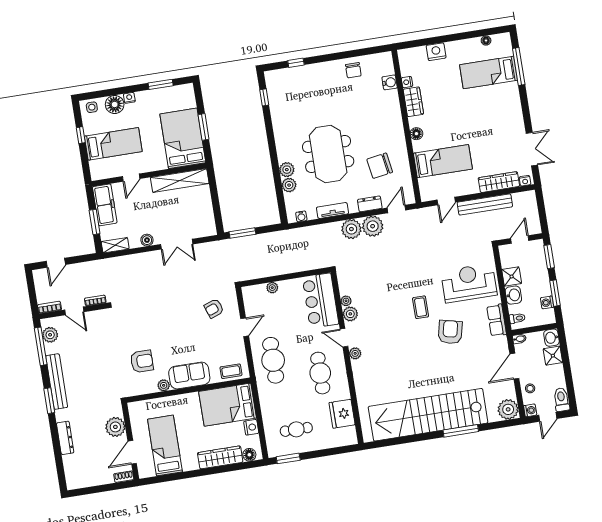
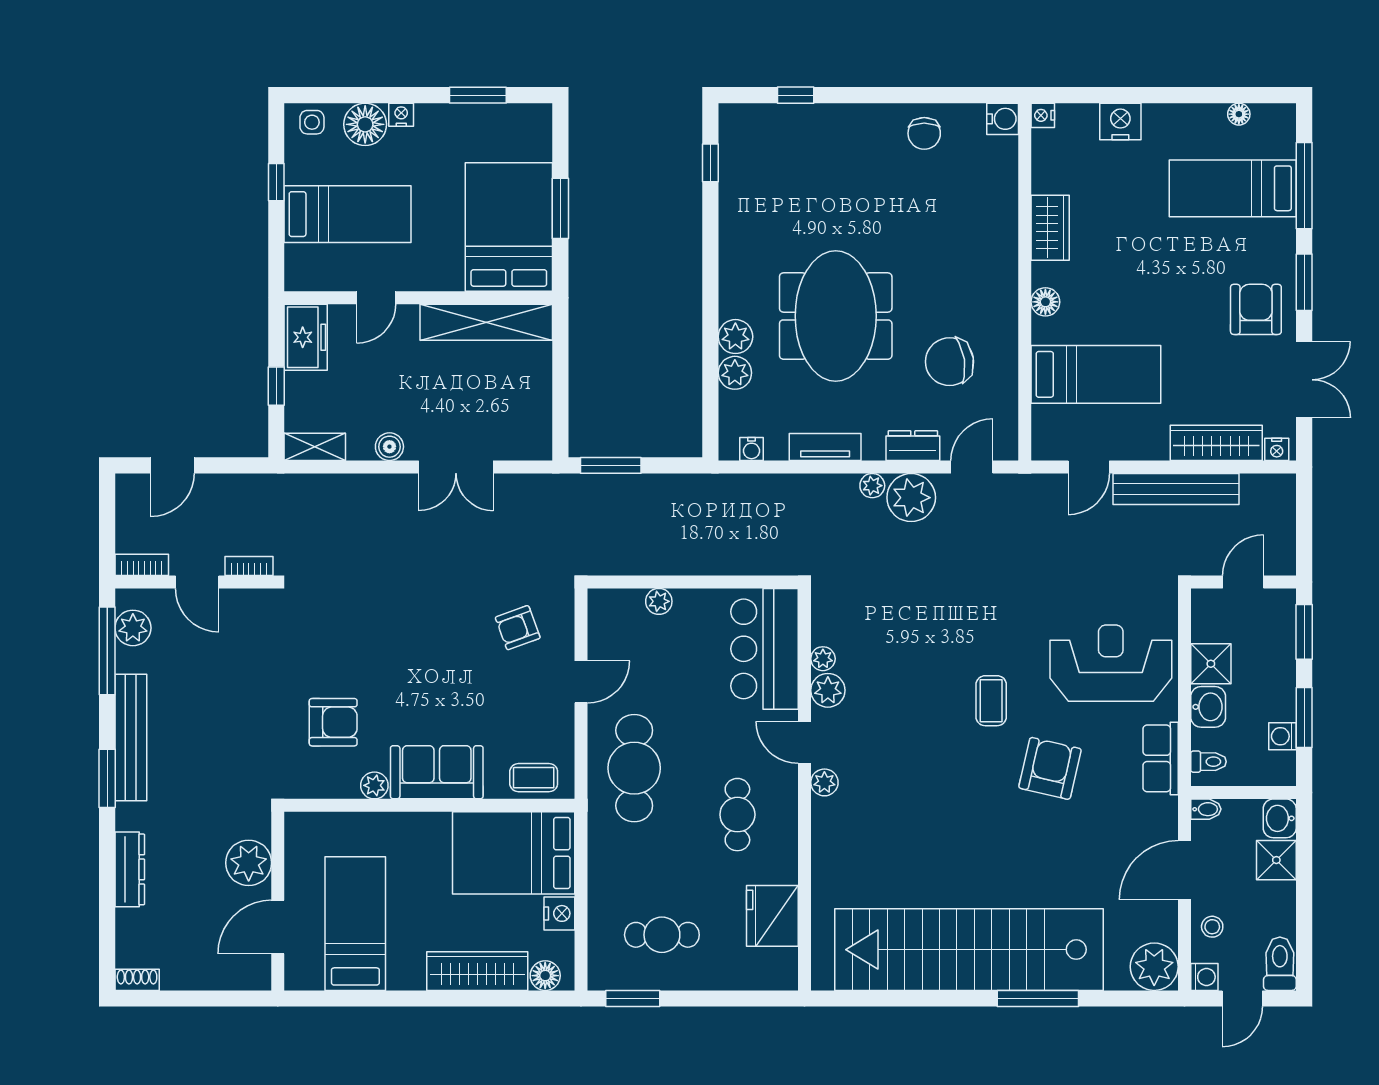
water cooler: (390, 82) -> (1003, 119), moved
nightstand: (407, 82) -> (1043, 115), moved
window: (525, 108) -> (1304, 282), added
armchair: (507, 123) -> (1256, 309), added
freezer: (105, 205) -> (306, 337), width x0.71
window: (95, 222) -> (276, 386), width x0.67
plant: (351, 229) -> (872, 486), width x0.53, depth x0.53
cafe table: (320, 373) -> (737, 815), width x0.73, depth x0.74
shoe rack: (124, 477) -> (137, 980), moved

